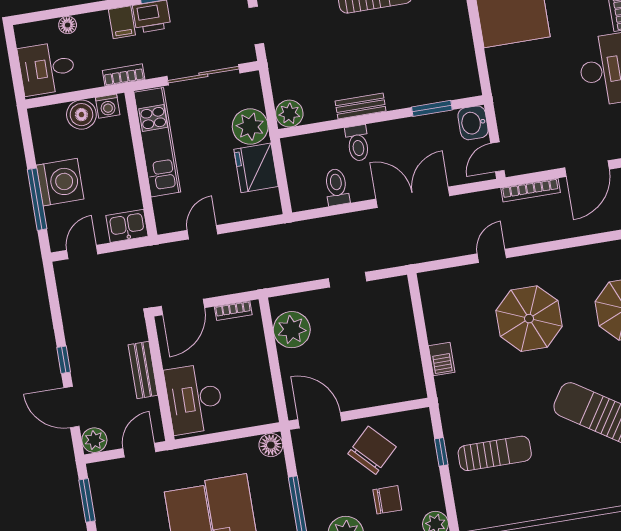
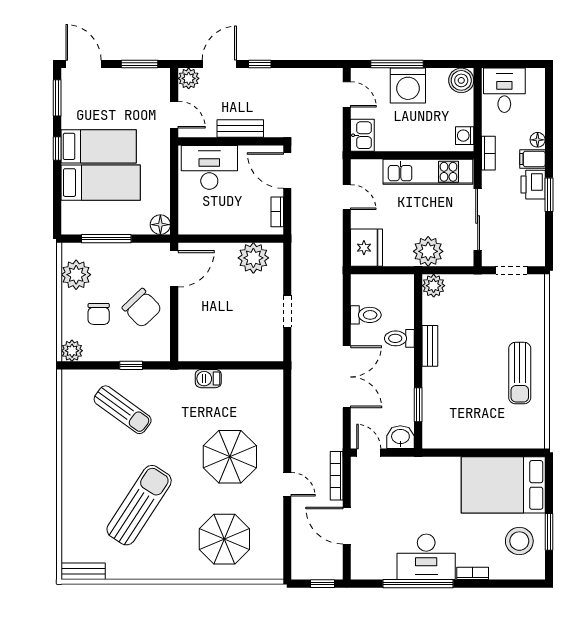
floor lamp: (68, 25) -> (538, 140), moved
boiler: (81, 115) -> (461, 80), moved
fridge: (256, 168) -> (366, 248), moved, turned 90
door: (492, 256) -> (287, 484), moved
sun lounger: (495, 453) -> (123, 410), turned -54

